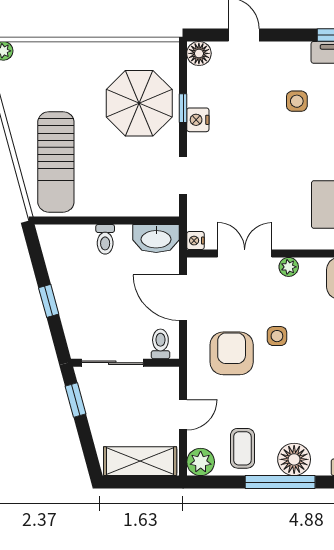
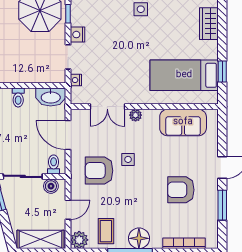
nightstand: (198, 120) -> (77, 35), moved
nightstand: (195, 241) -> (76, 80), moved
double door: (245, 253) -> (107, 107), swing flipped
armchair: (232, 353) -> (99, 171), turned -90
boiler: (156, 378) -> (51, 186), added

